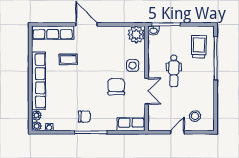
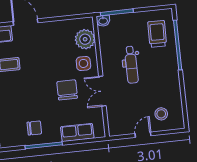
plant: (136, 35) -> (85, 39), moved
double door: (146, 91) -> (102, 91), swing flipped
row of seats: (131, 124) -> (77, 132), moved

